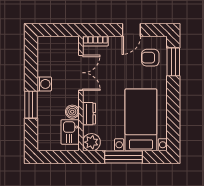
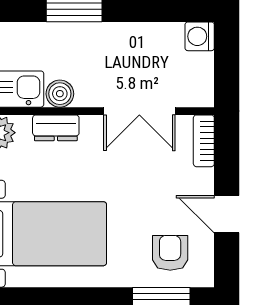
washing machine: (44, 84) -> (200, 36), moved, turned 90

